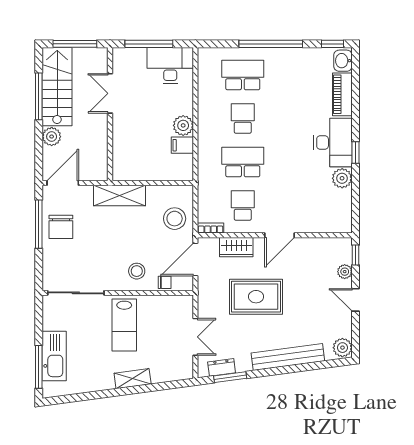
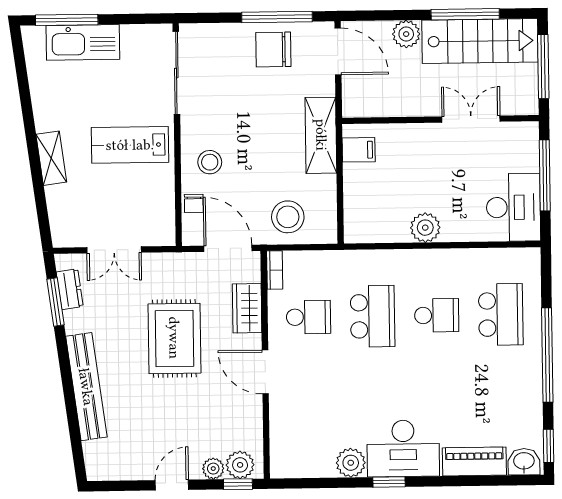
filing cabinet: (182, 145) -> (359, 150), moved, turned 90
plant: (342, 348) -> (240, 465), moved

